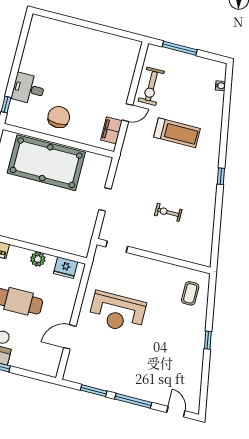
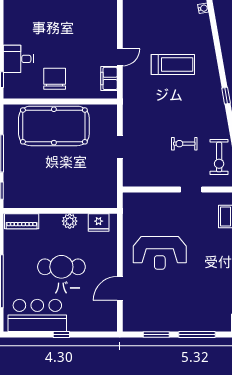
exercise bike: (151, 86) -> (219, 157), moved
doorway: (117, 247) -> (191, 190), moved

